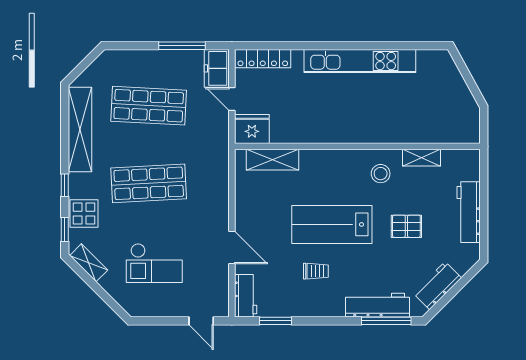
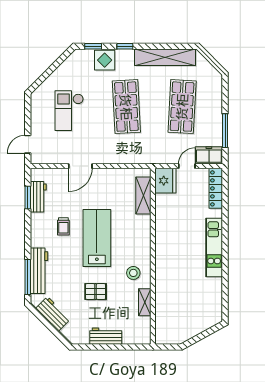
kitchen unit: (360, 61) -> (214, 247), width x0.73
workbench: (469, 212) -> (106, 336), width x0.73
pallet: (406, 226) -> (96, 291), turned 90
shelving: (89, 263) -> (69, 64), removed
workbench: (246, 296) -> (38, 197), moved, turned -90

